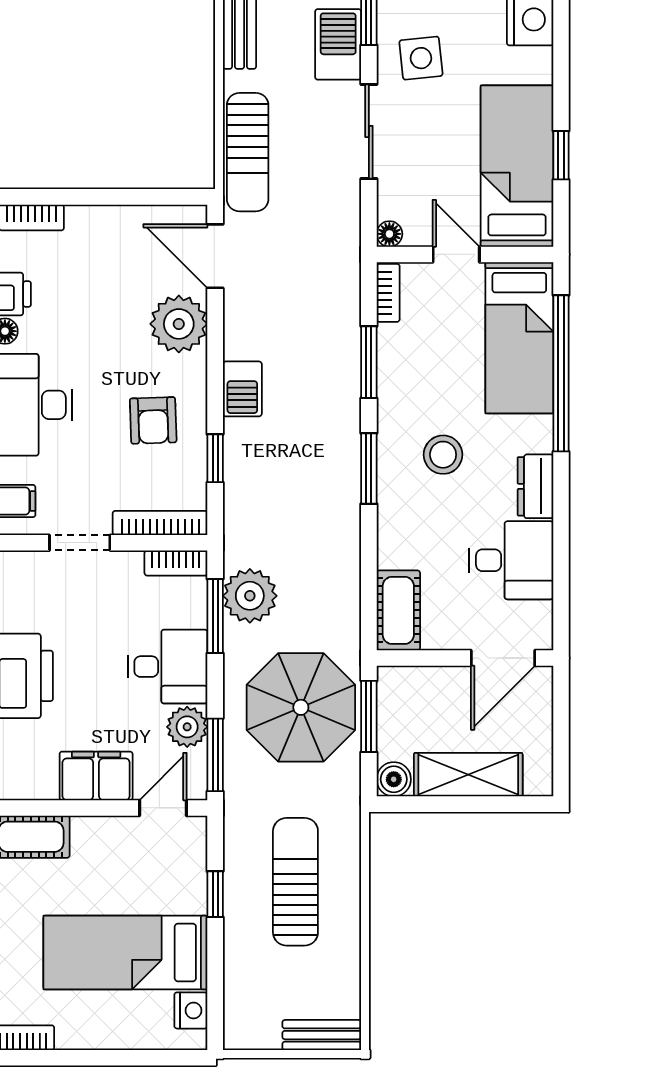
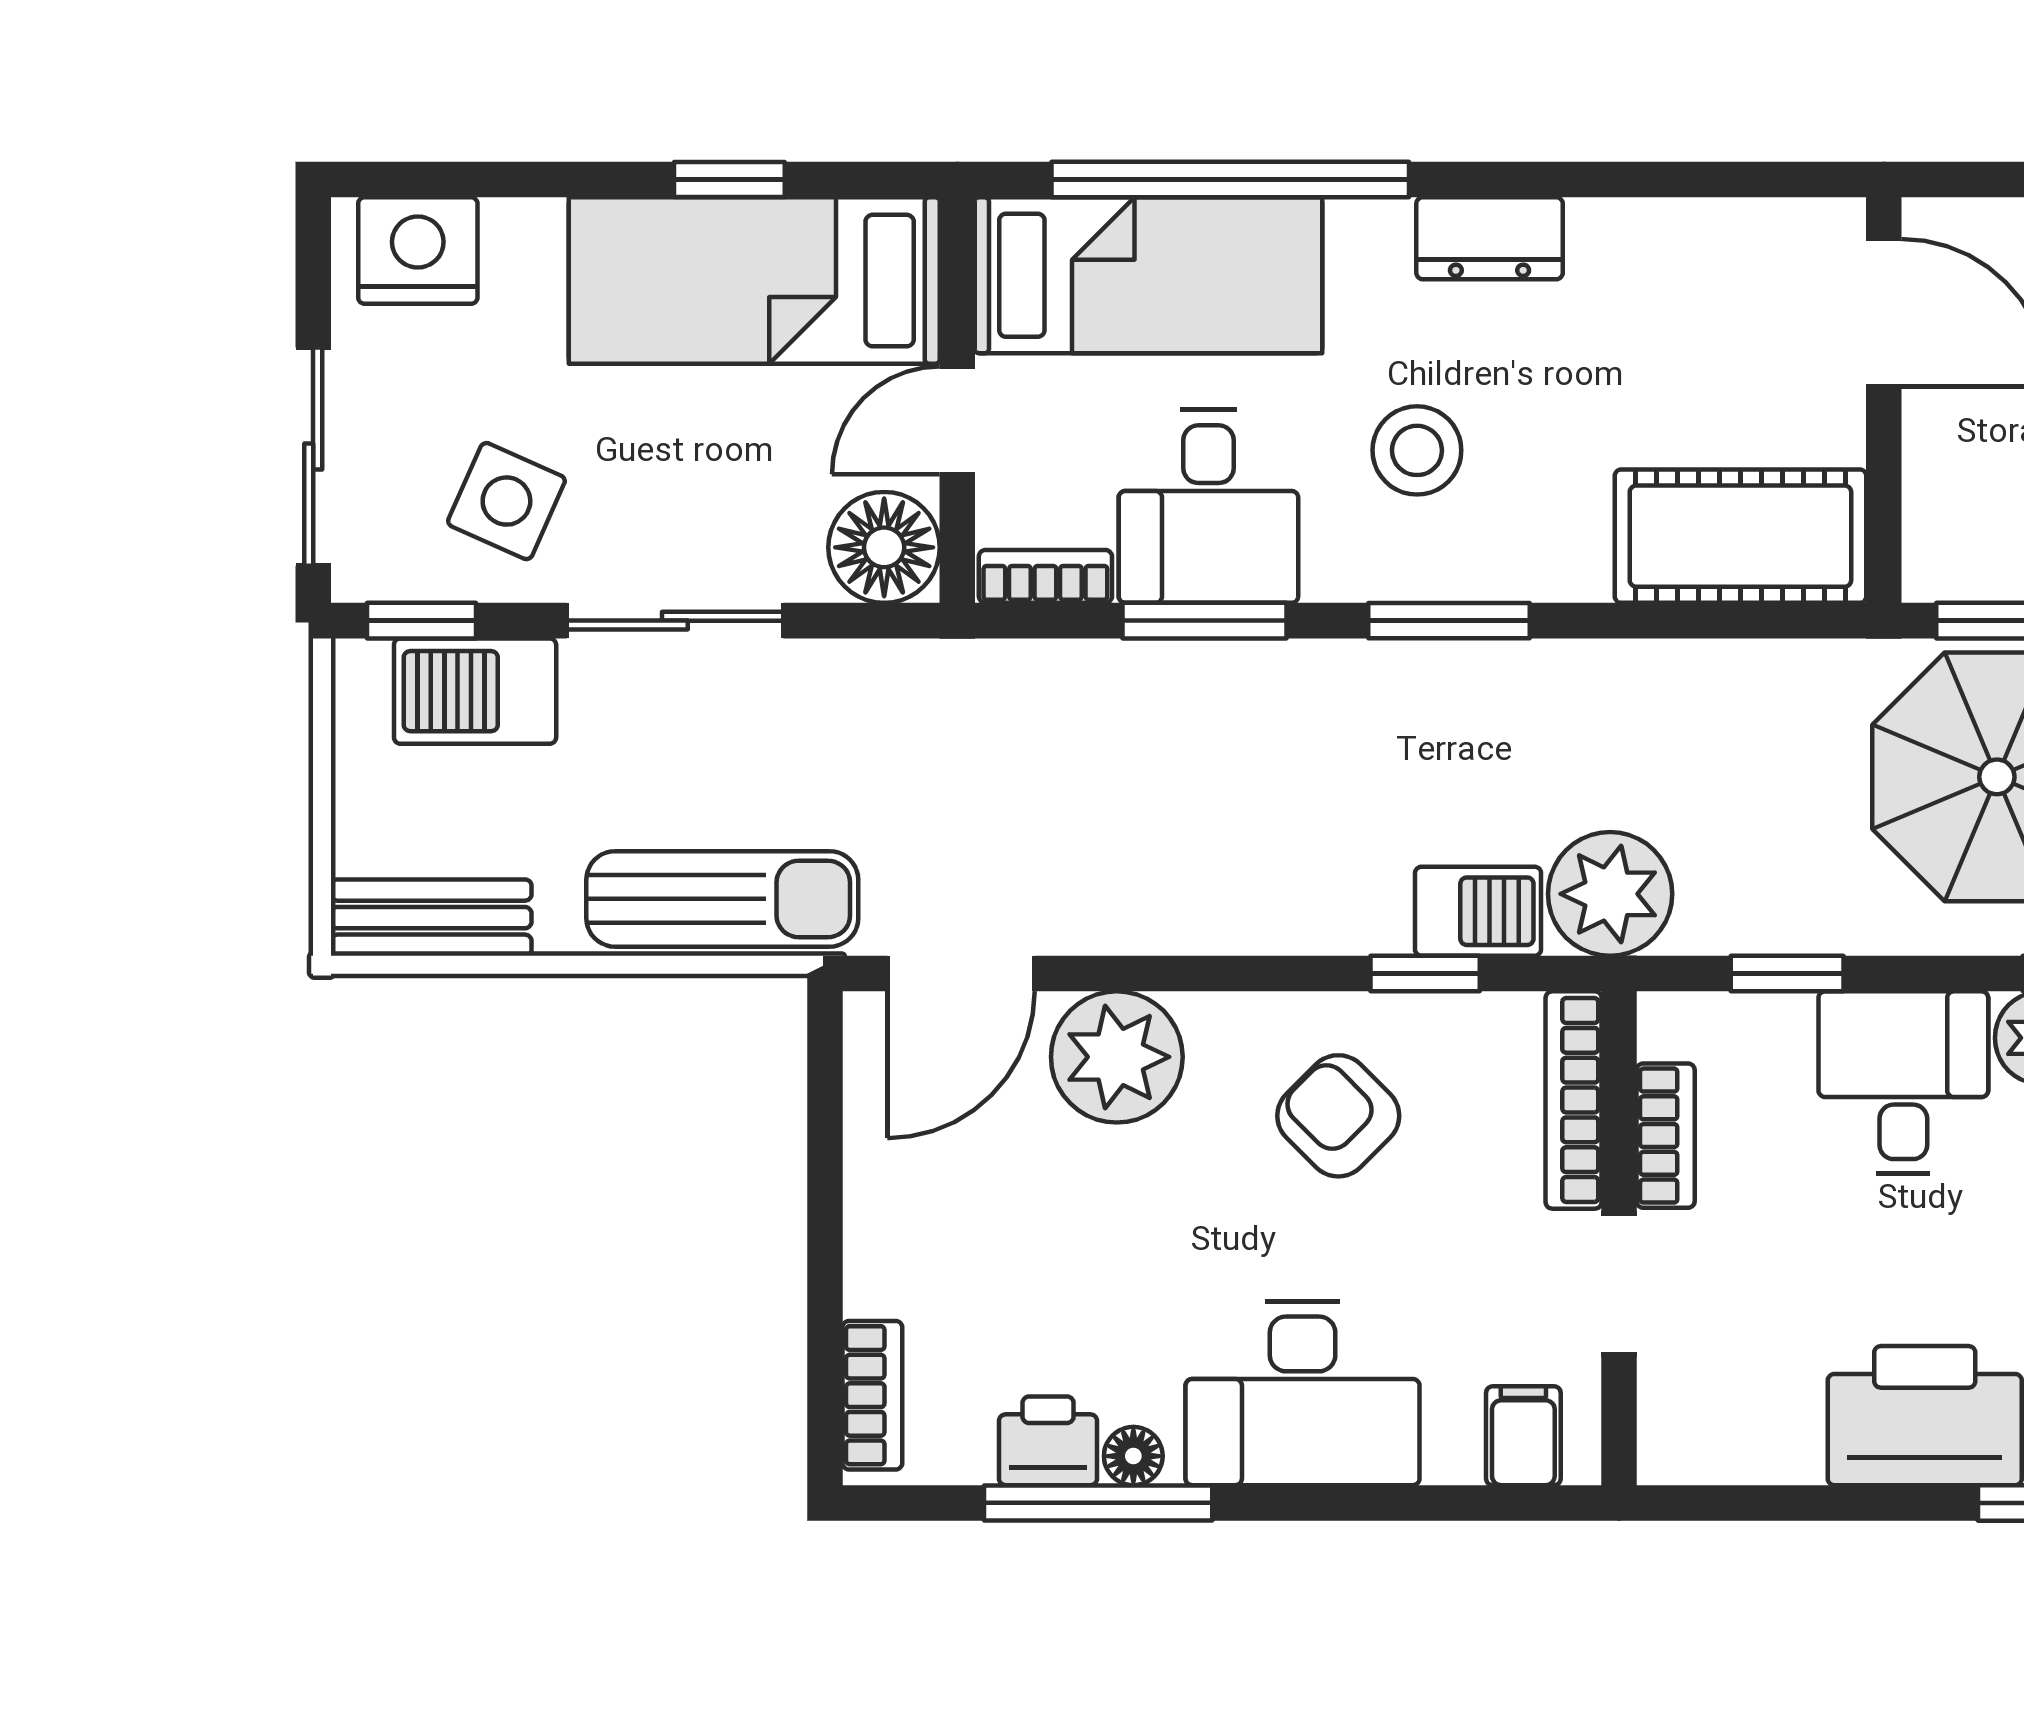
side table: (421, 58) -> (506, 501), turned 30
floor lamp: (389, 234) -> (884, 547), width x1.89, depth x1.89
barbecue: (242, 389) -> (1478, 911), moved
armchair: (153, 420) -> (1338, 1116), turned -133
desk: (511, 560) -> (1208, 506), moved, turned 180
bookcase: (176, 563) -> (1666, 1136), moved
plant: (250, 596) -> (1610, 894), moved
cot: (398, 610) -> (1740, 536), width x1.37, depth x1.34
window: (215, 616) -> (1787, 974), width x0.67

